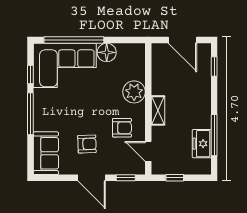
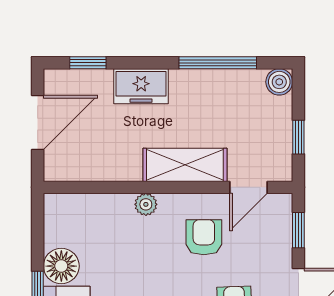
plant: (134, 92) -> (146, 204), width x0.53, depth x0.53
shelving: (158, 110) -> (185, 165), width x1.50, depth x1.33
freezer: (202, 144) -> (141, 86), moved
boiler: (204, 168) -> (279, 82), added

